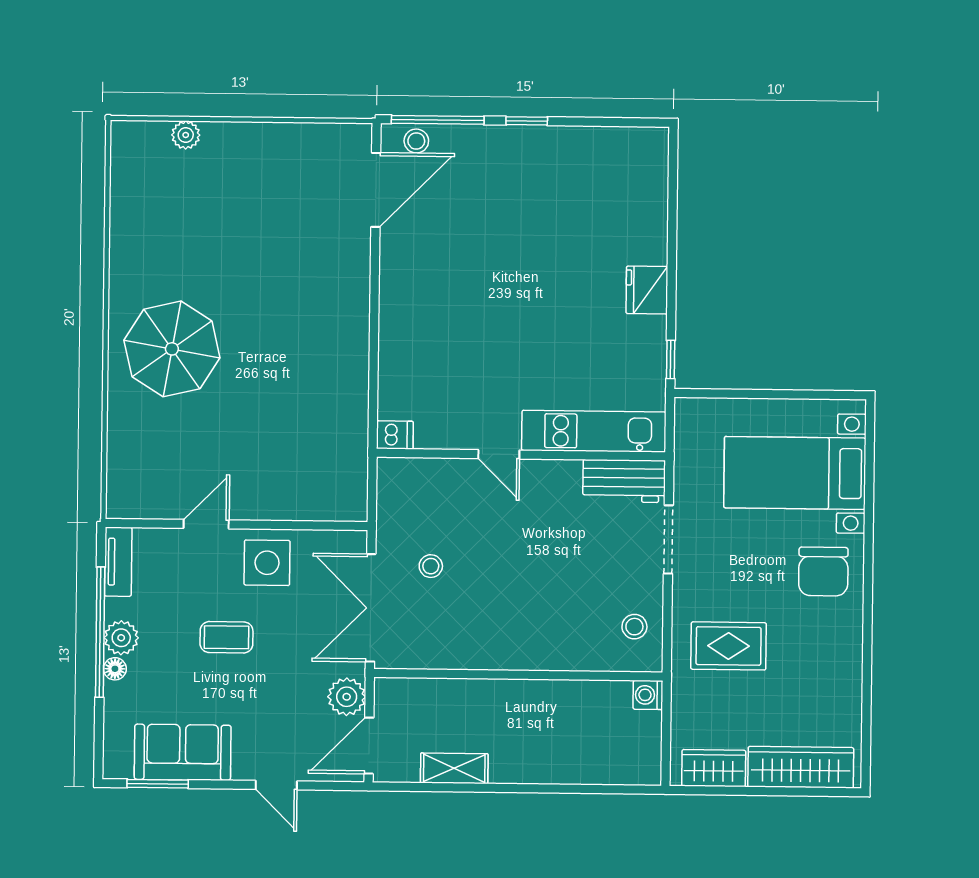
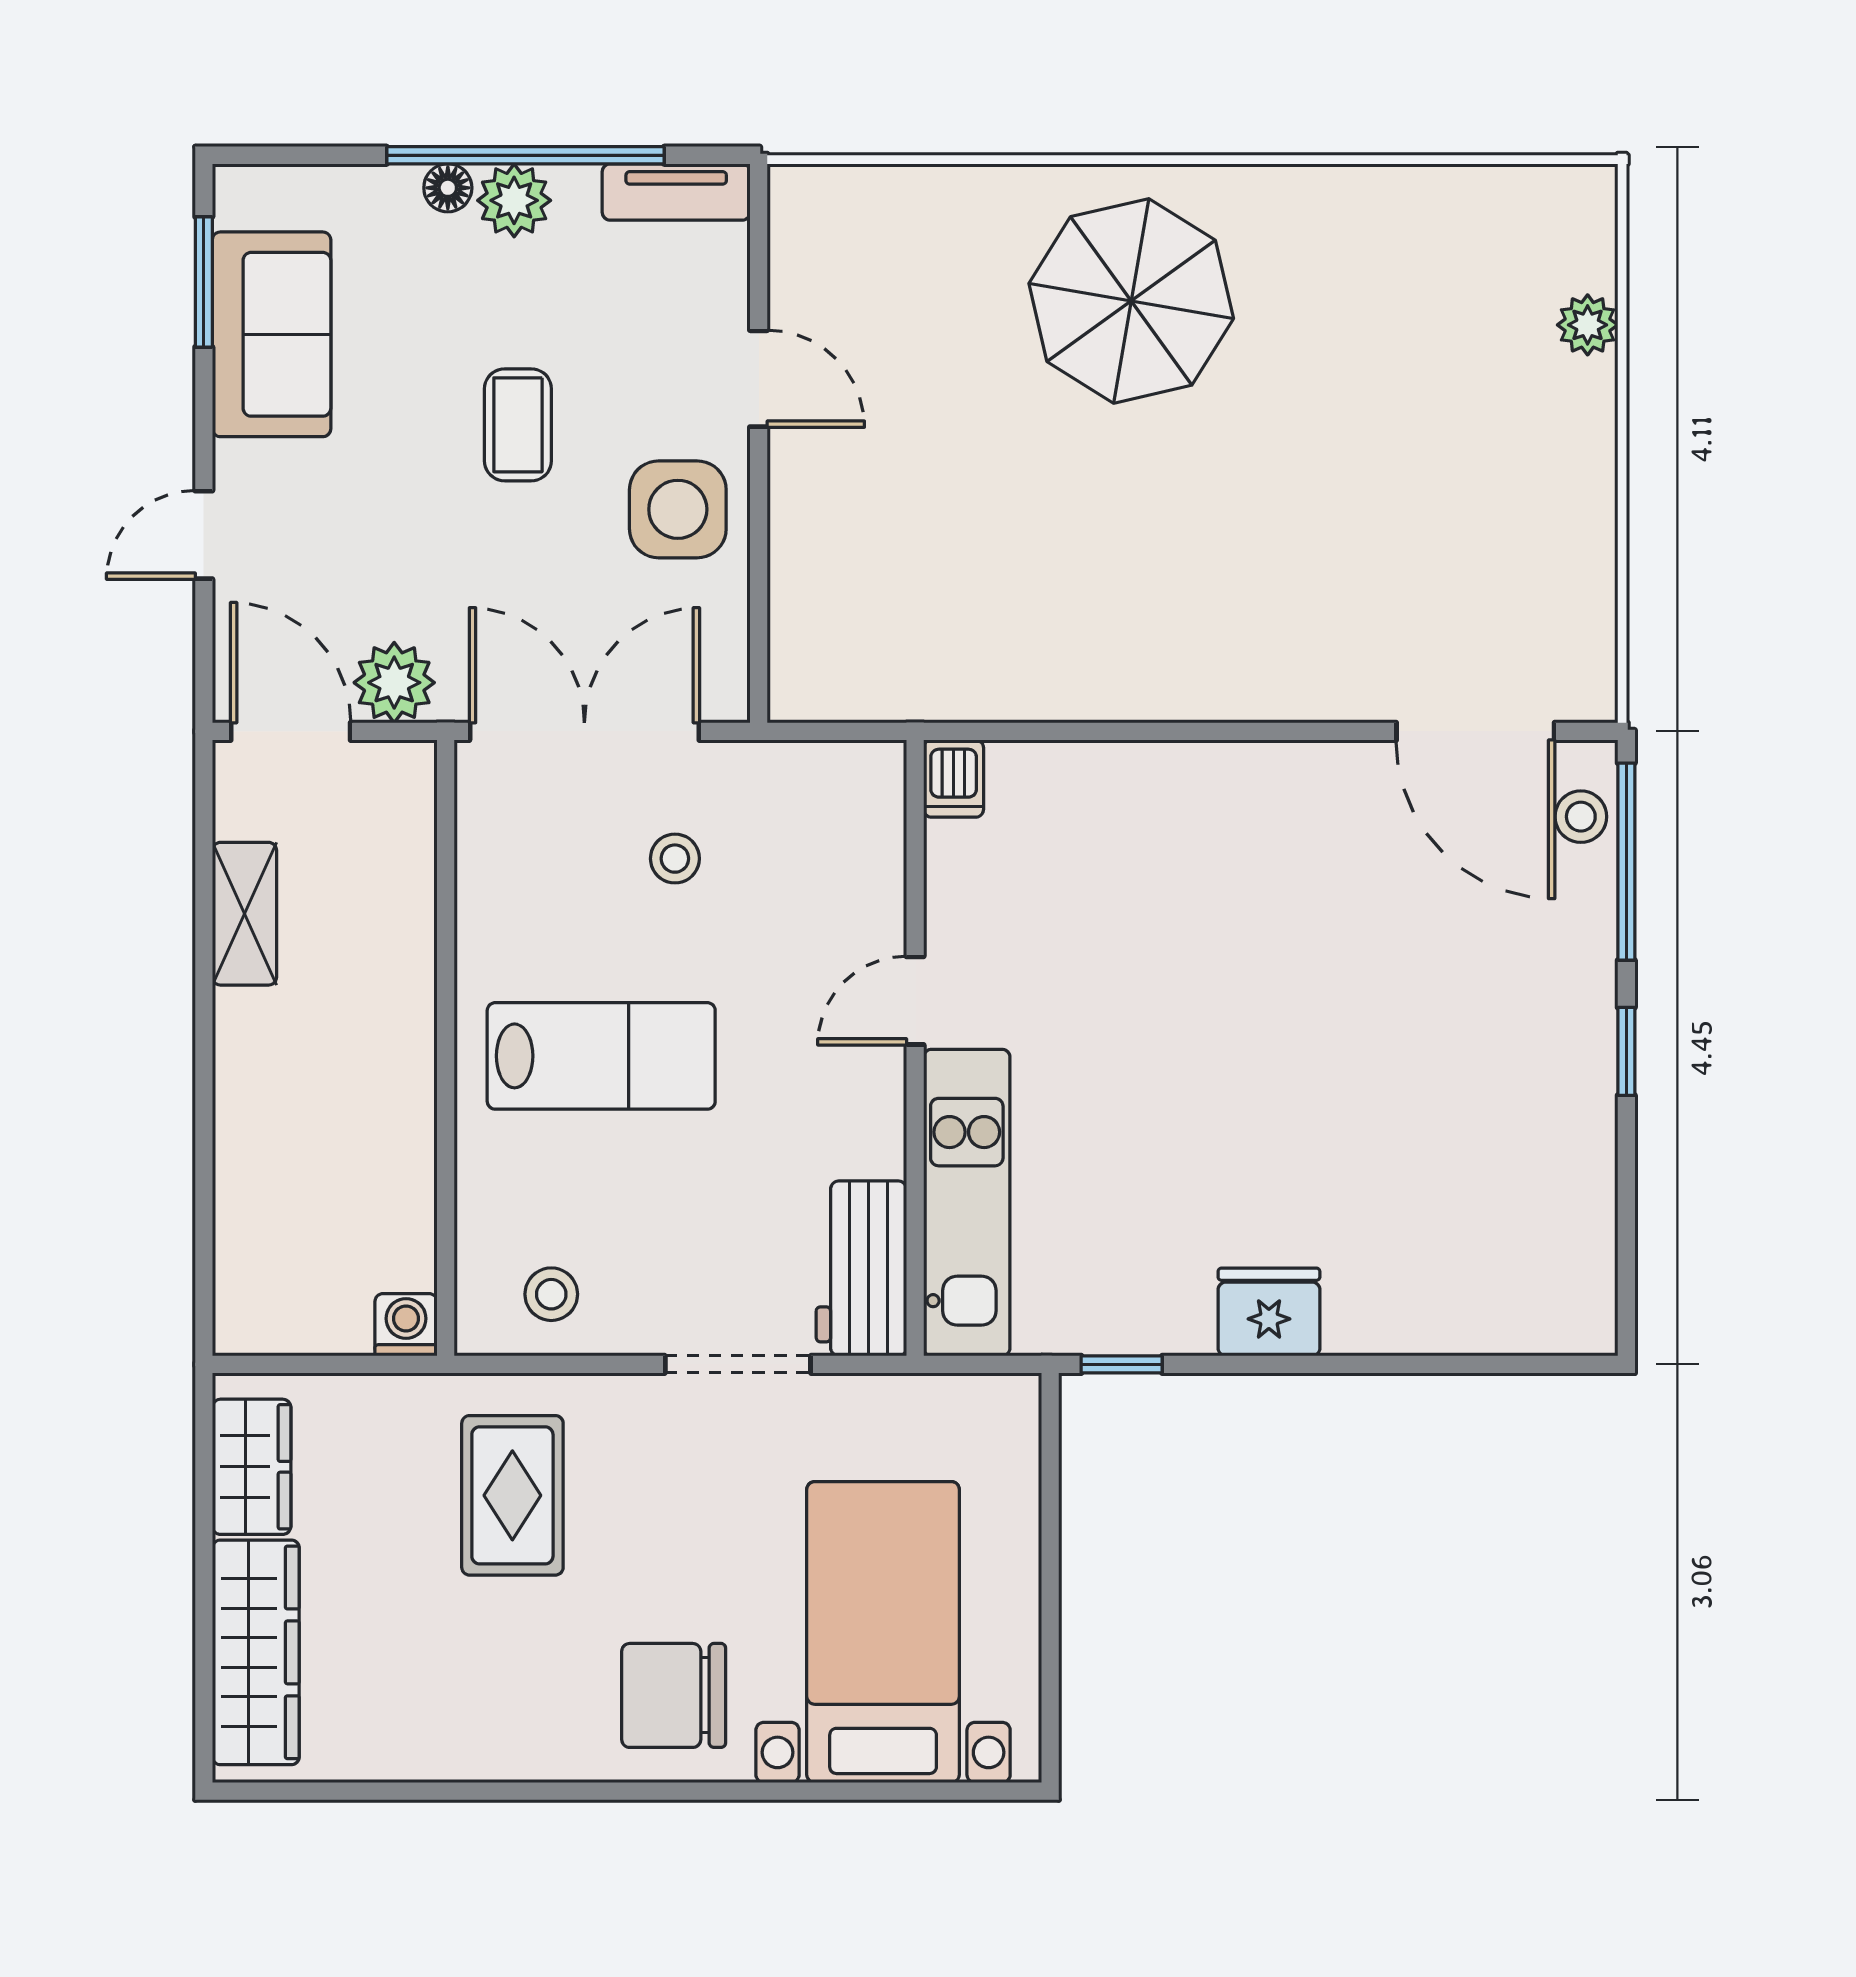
lab bench: (523, 602) -> (601, 1056), added

